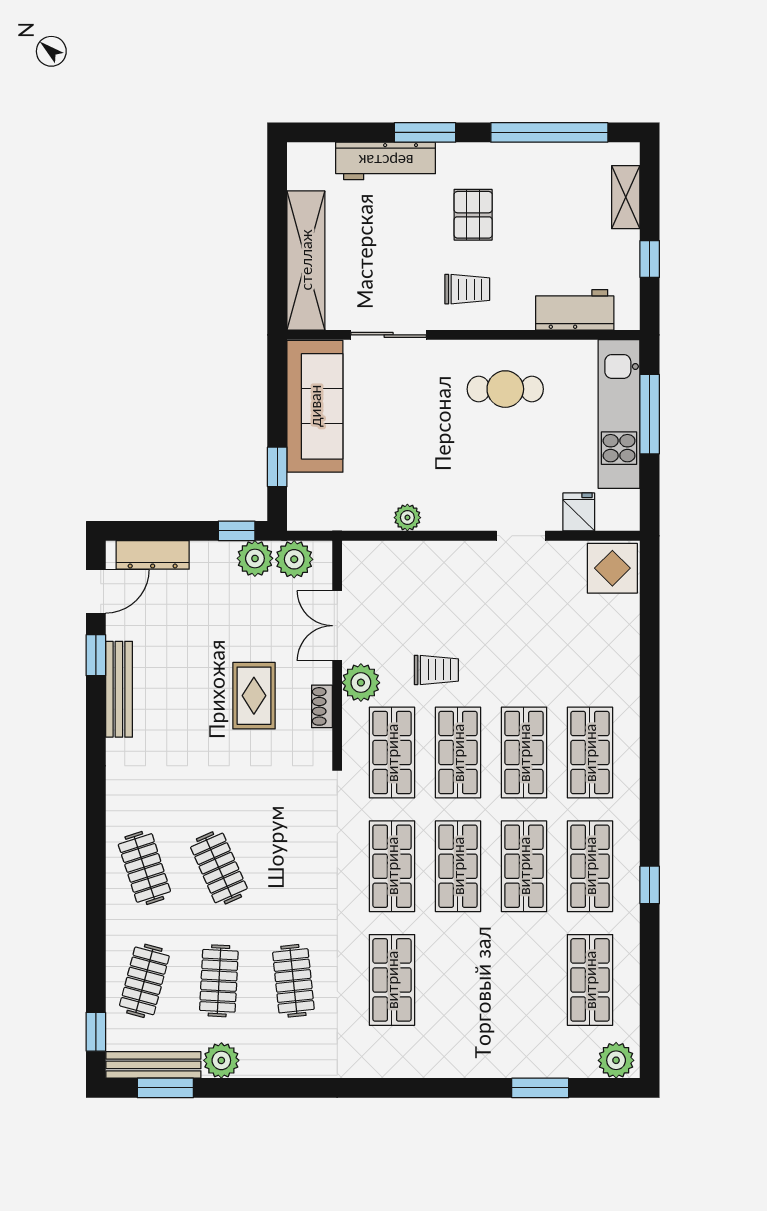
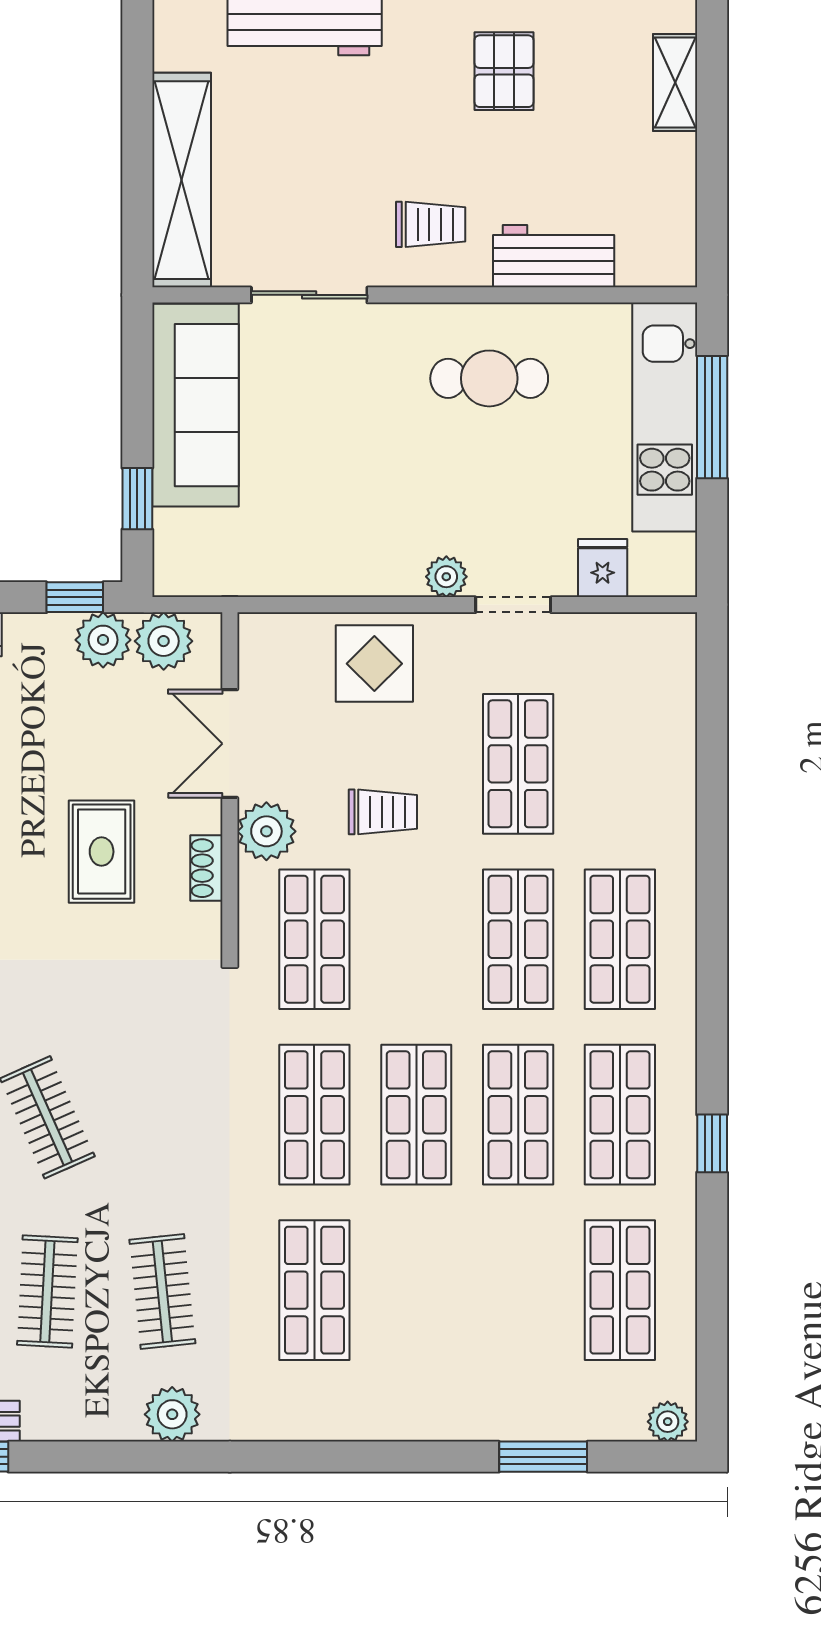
pallet: (473, 215) -> (504, 71), moved
window: (650, 259) -> (712, 178), removed
workbench: (575, 310) -> (554, 256), moved
plant: (407, 518) -> (446, 577), moved
display table: (612, 568) -> (374, 664), moved
shop shelf: (458, 753) -> (518, 764), moved
plant: (221, 1060) -> (172, 1414), moved
plant: (616, 1060) -> (668, 1422), width x0.73, depth x0.73

